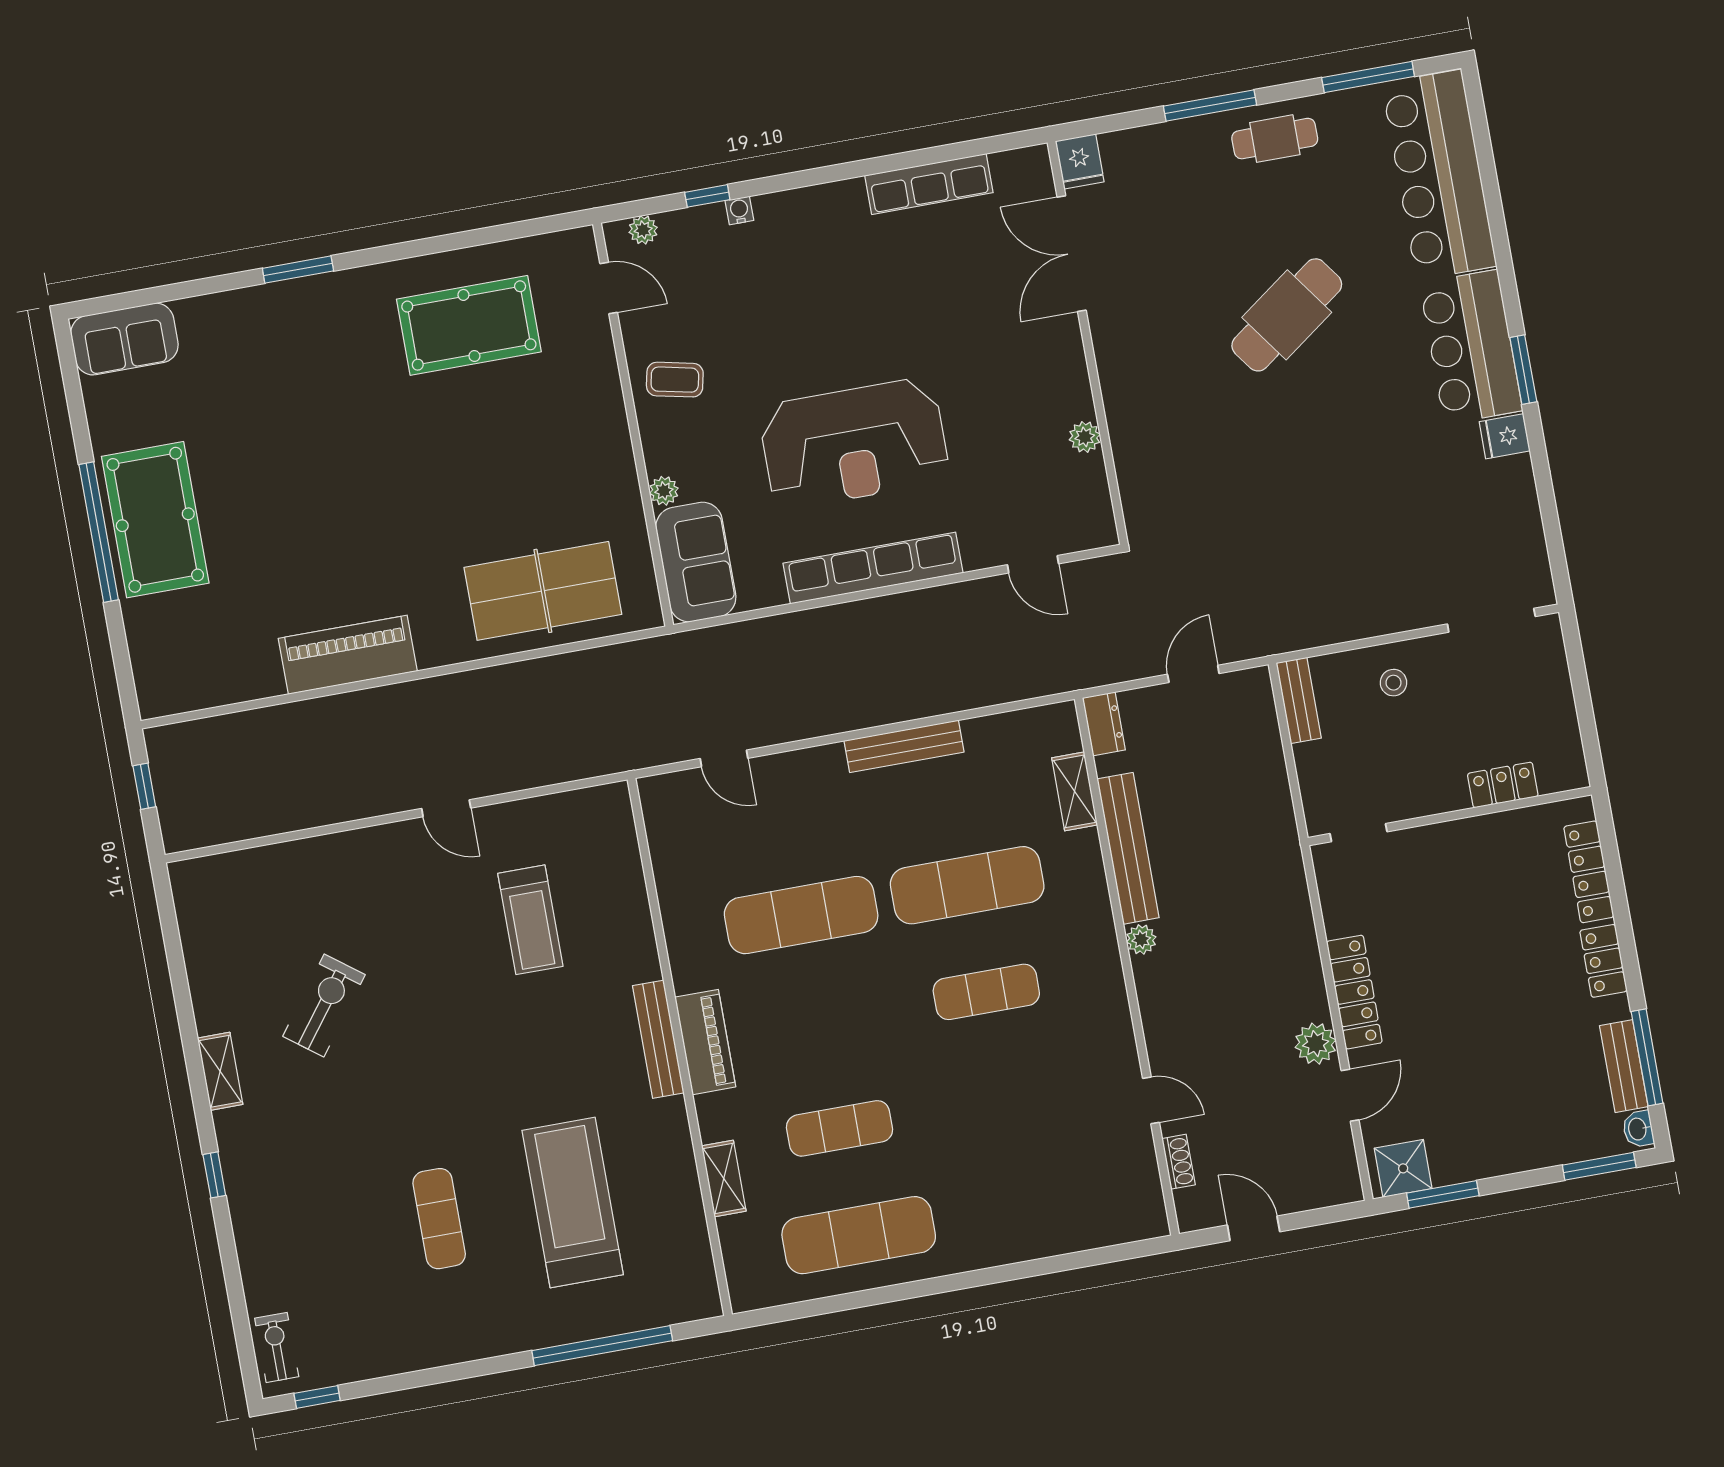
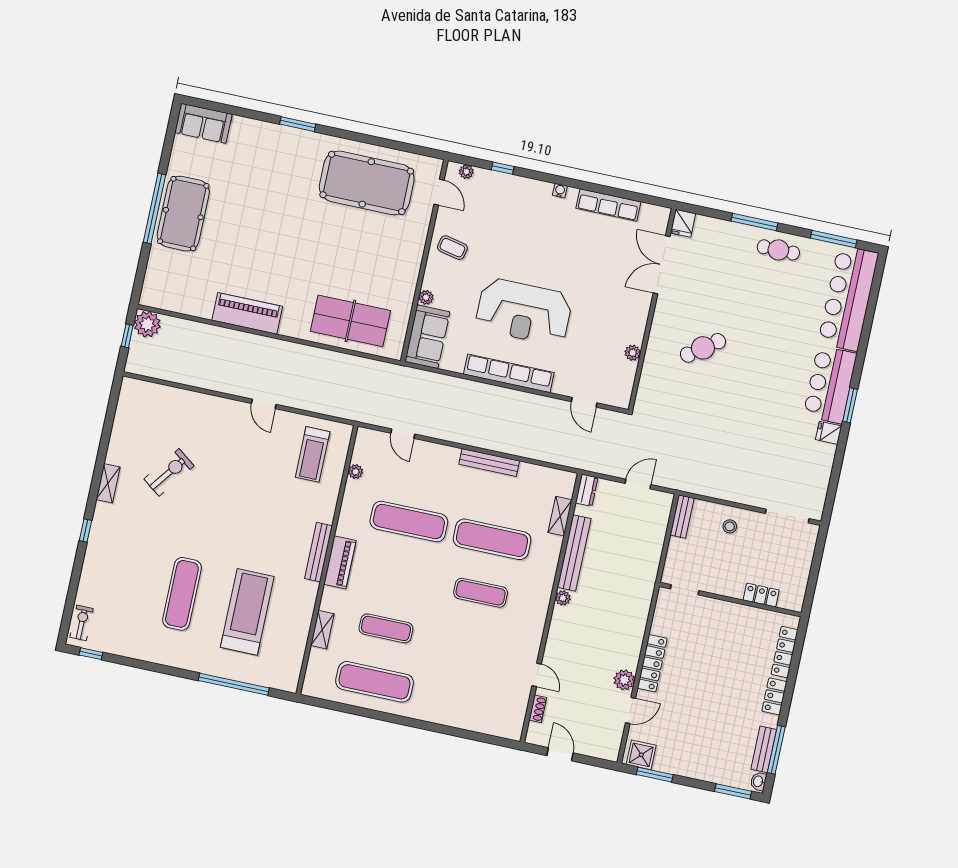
water cooler: (739, 210) -> (560, 191), moved
cafe table: (1287, 315) -> (703, 348), moved, width x0.73, depth x0.74
pool table: (469, 325) -> (367, 183), width x1.36, depth x1.32
plant: (173, 750) -> (147, 324), added
plant: (666, 864) -> (355, 472), added
treadmill: (530, 920) -> (313, 454), moved
exercise mat: (439, 1219) -> (182, 594), width x1.36, depth x1.45

